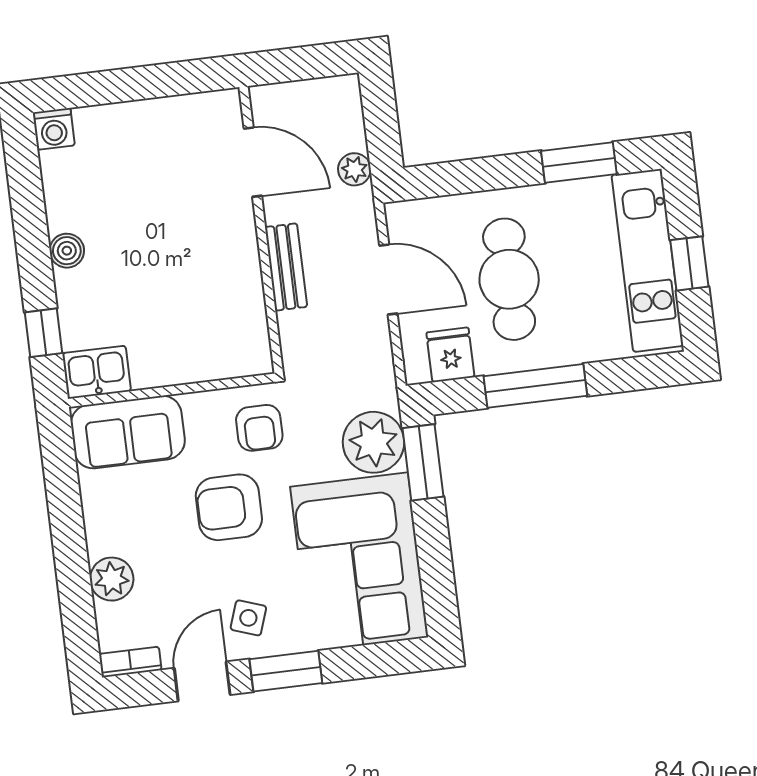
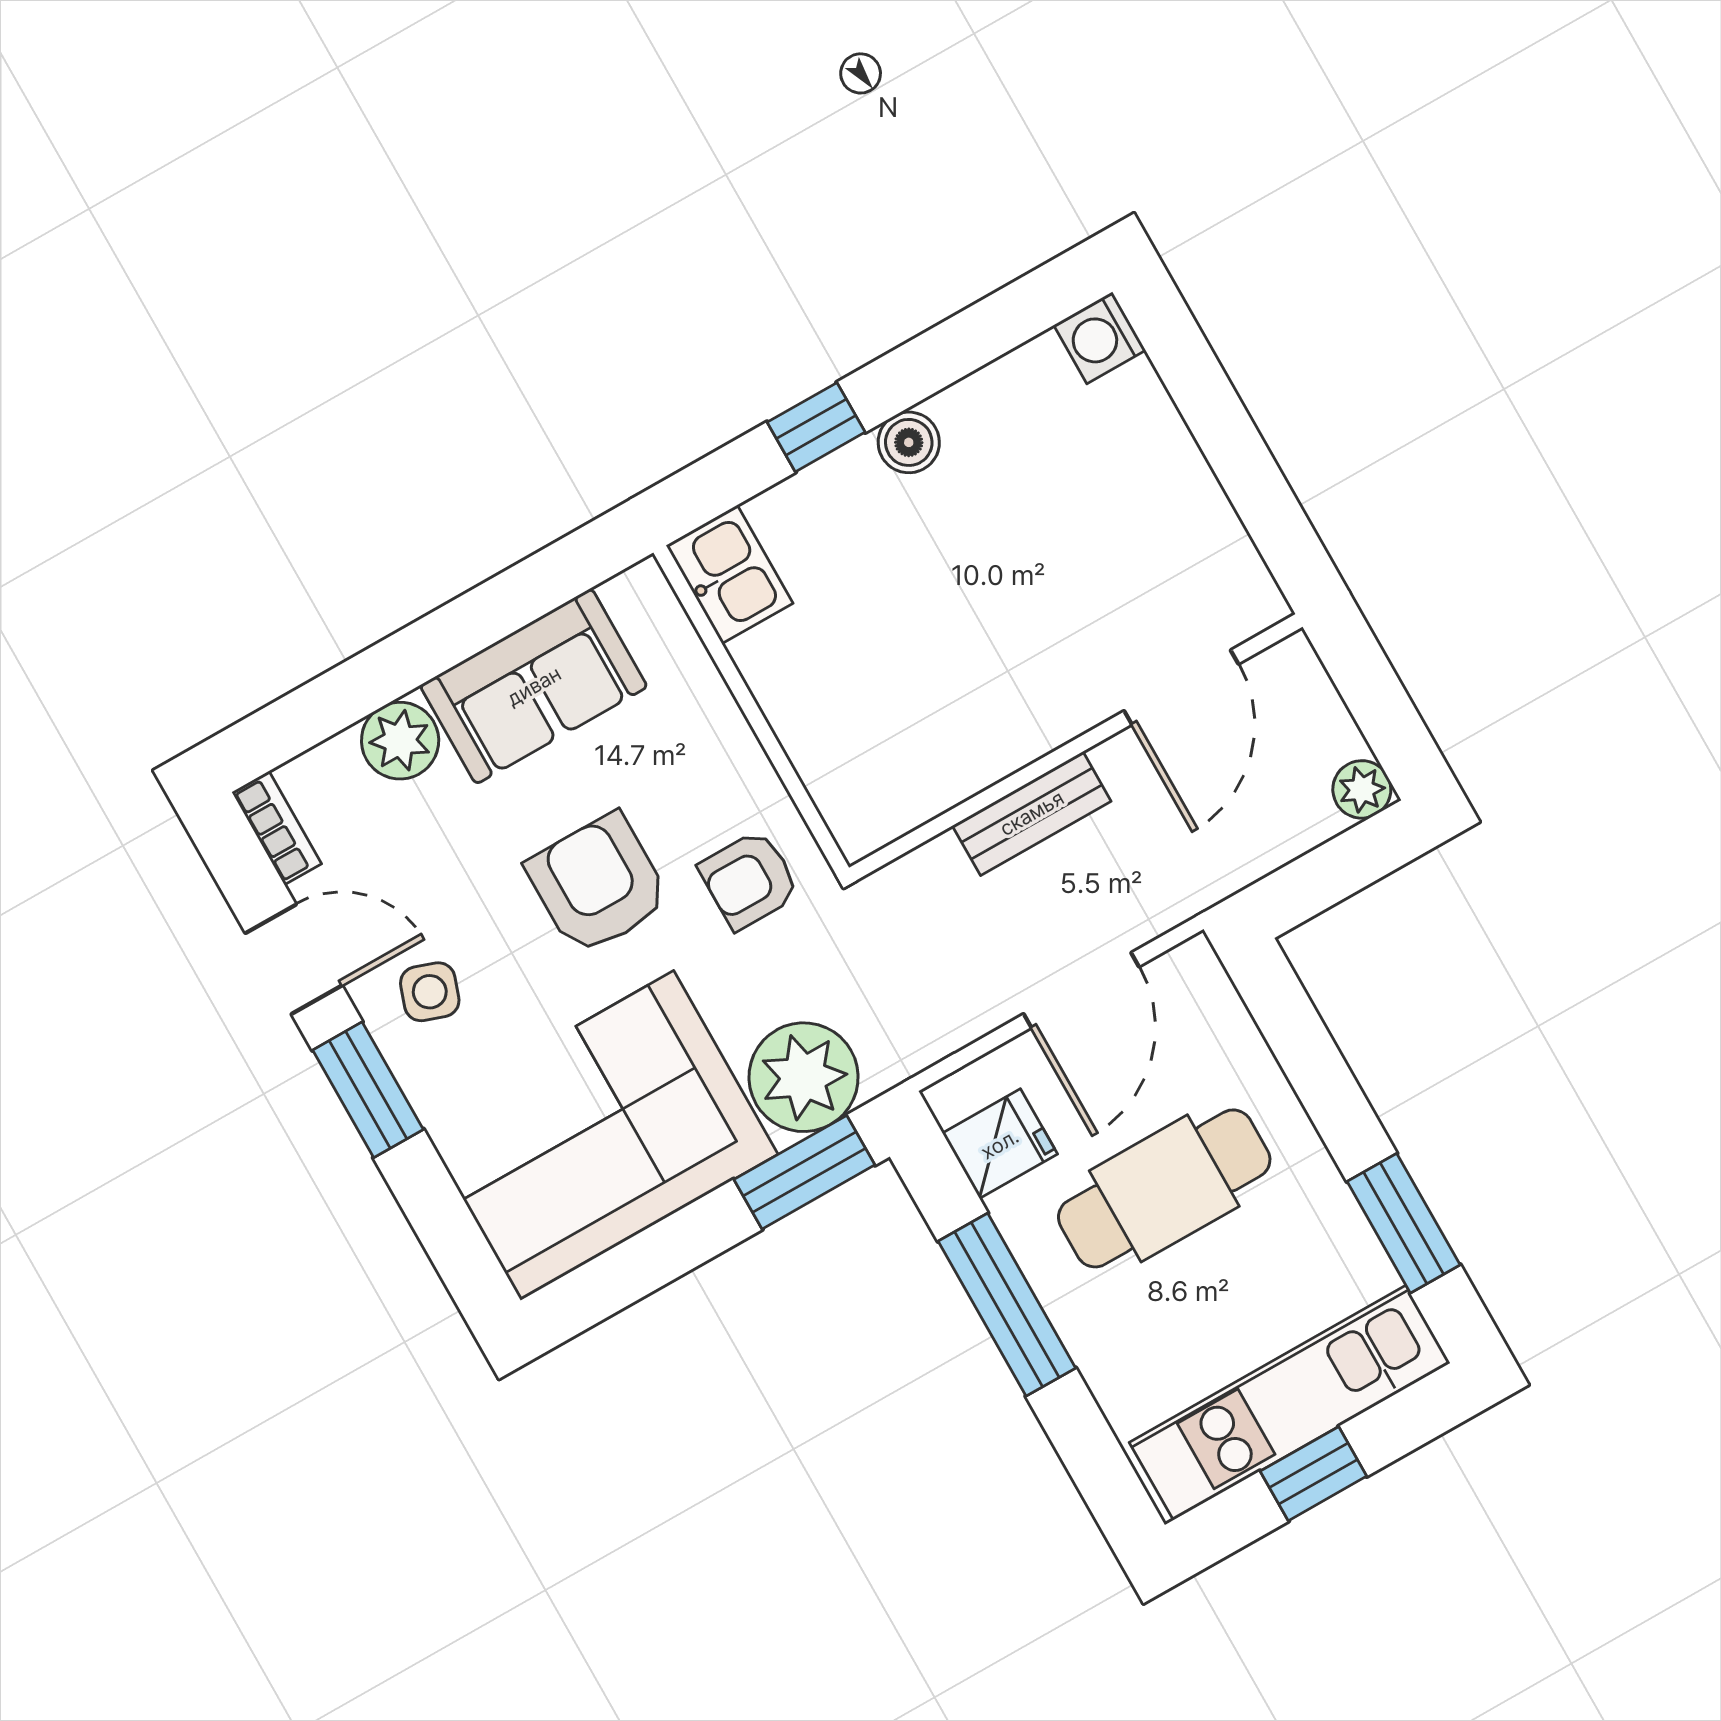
plant: (354, 169) -> (1362, 789), moved
window: (43, 333) -> (816, 427), moved
sofa: (128, 432) -> (534, 686), moved, turned -90

